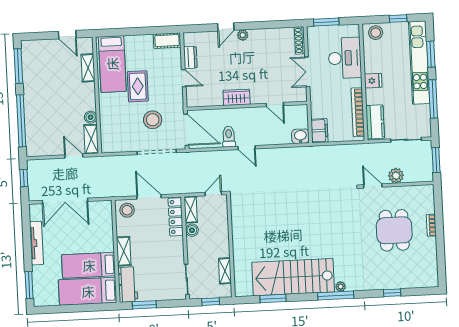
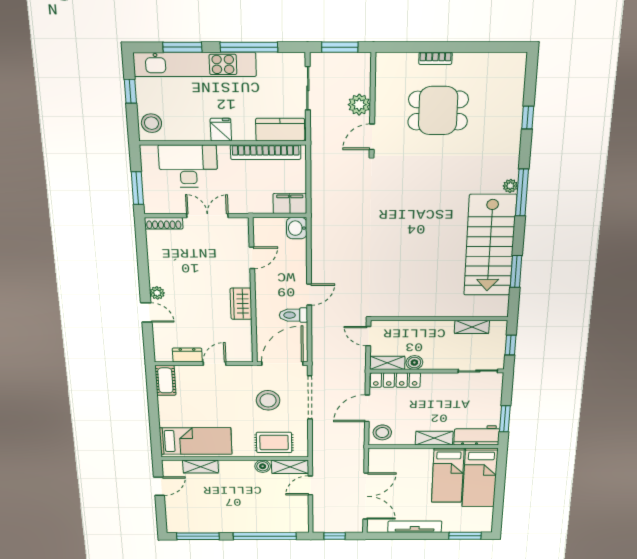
double door: (307, 72) -> (207, 216), swing flipped
rug: (138, 86) -> (274, 442), moved

